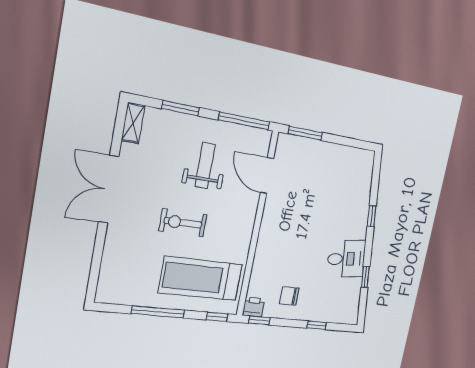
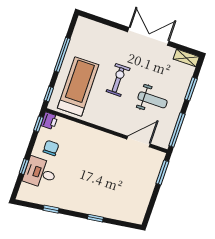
desk: (346, 259) -> (40, 173), moved, turned 97

